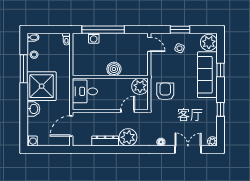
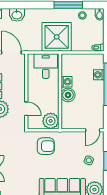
washing machine: (101, 71) -> (66, 82), added
shower: (42, 86) -> (57, 37), moved
washbasin: (33, 109) -> (17, 15), moved

